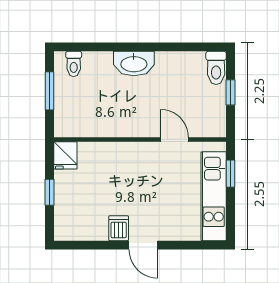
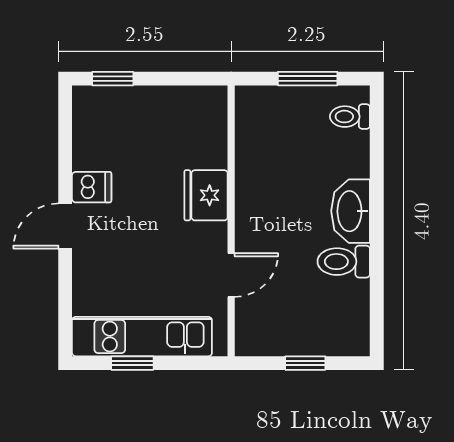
toilet: (216, 68) -> (344, 262), moved
fridge: (65, 155) -> (206, 195), moved, width x1.38
window: (231, 174) -> (132, 363), moved
window: (50, 192) -> (113, 79), moved

